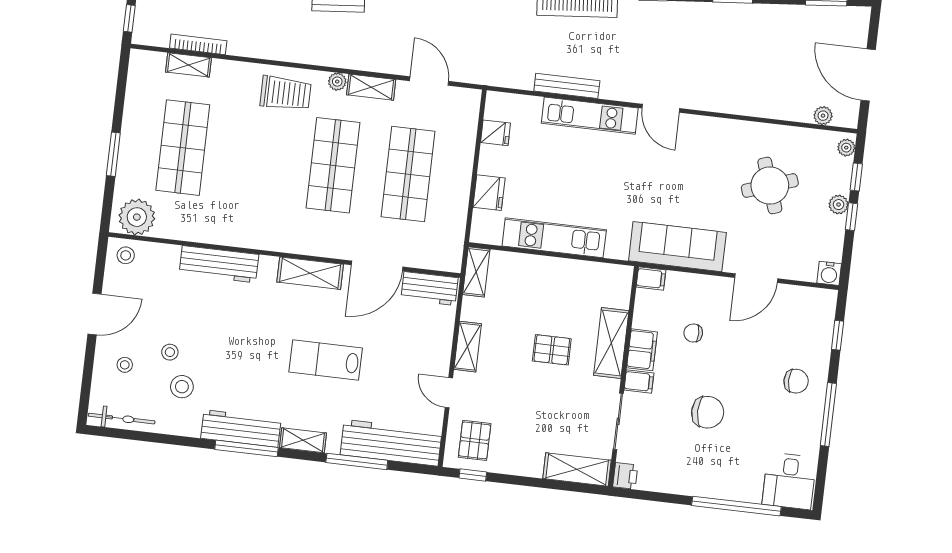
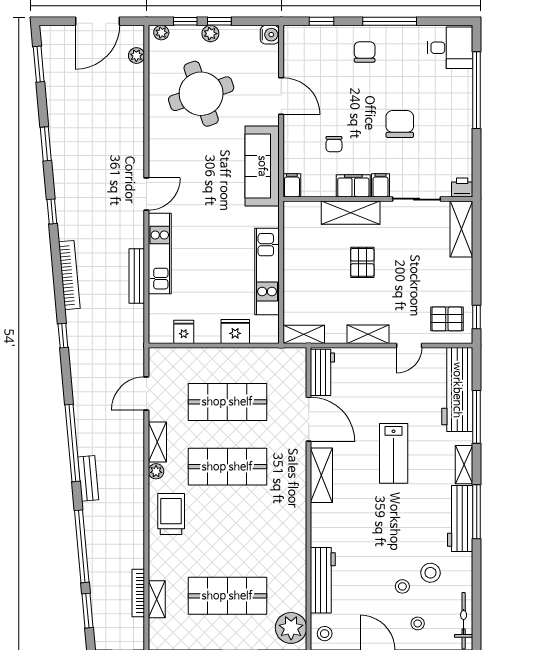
round table: (770, 186) -> (201, 94), width x1.36, depth x1.36
workbench: (219, 264) -> (323, 580), moved

